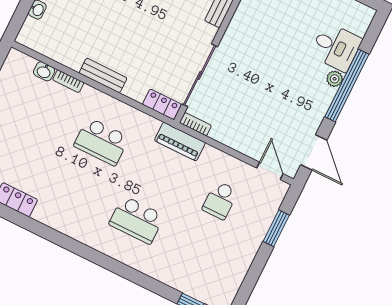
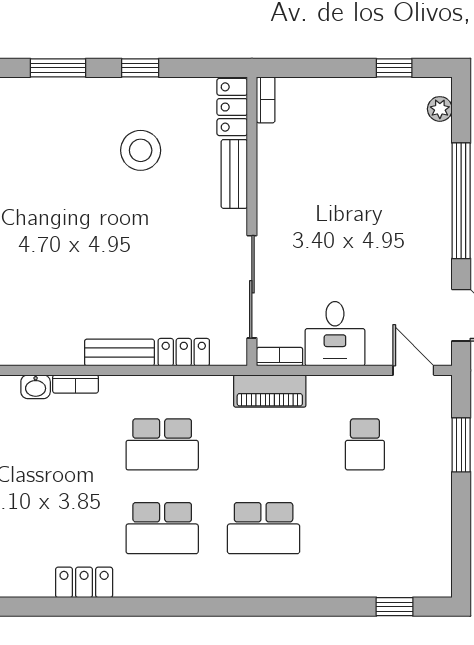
desk: (336, 47) -> (335, 334), moved, turned 90
plant: (335, 79) -> (440, 109), moved
locker: (162, 104) -> (184, 352), moved
school desk: (77, 191) -> (162, 528), added

